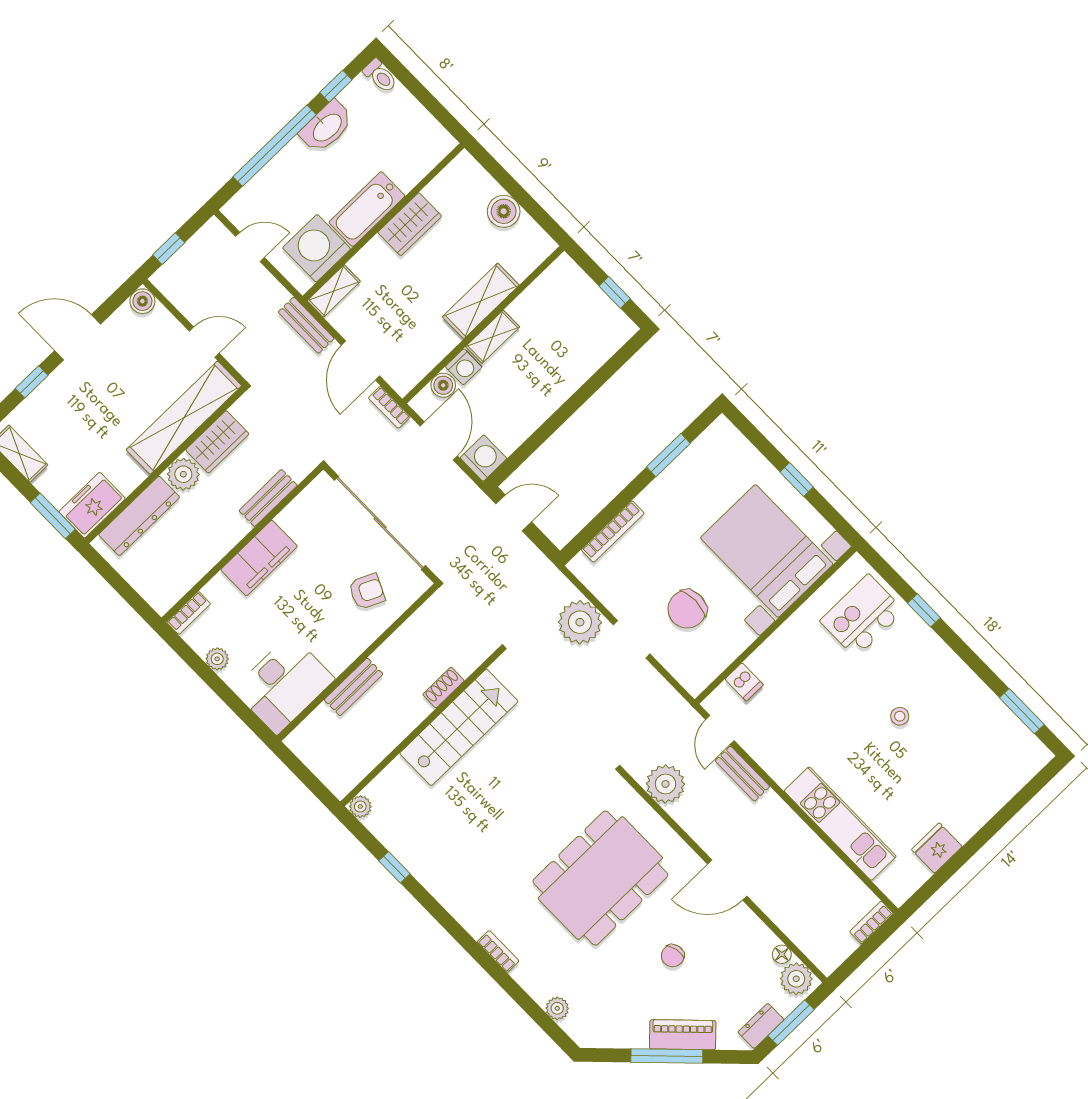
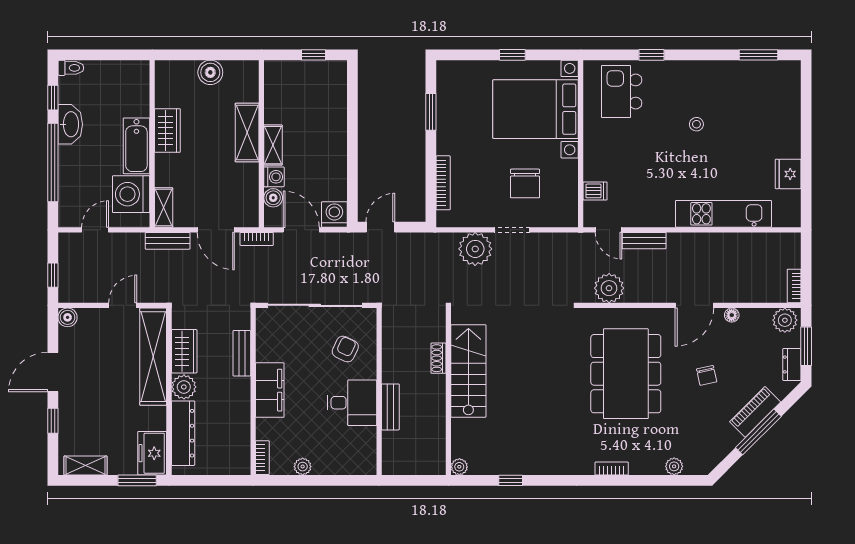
desk: (284, 684) -> (352, 403), moved, width x0.73
bookcase: (871, 923) -> (794, 286), moved
floor lamp: (782, 954) -> (732, 315), moved

